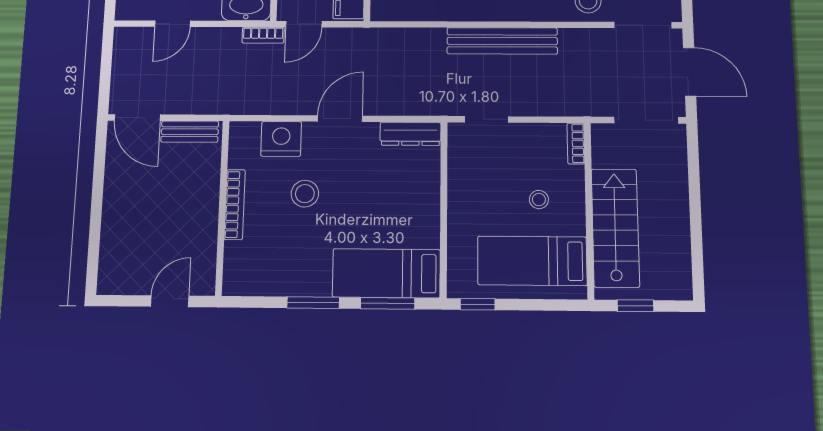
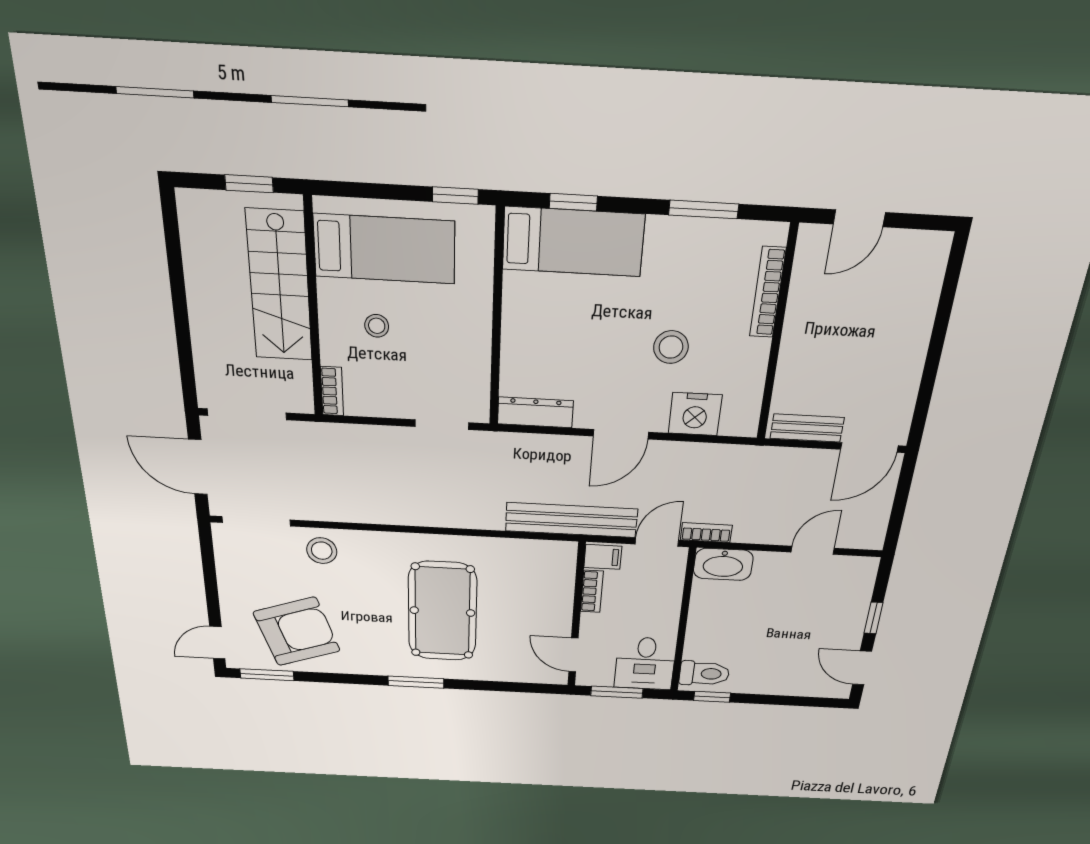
bench: (502, 41) -> (571, 520), moved
door: (137, 118) -> (869, 448), swing flipped
bookcase: (235, 205) -> (768, 292), moved
window: (313, 303) -> (704, 210), moved
window: (388, 303) -> (573, 202), width x0.67

